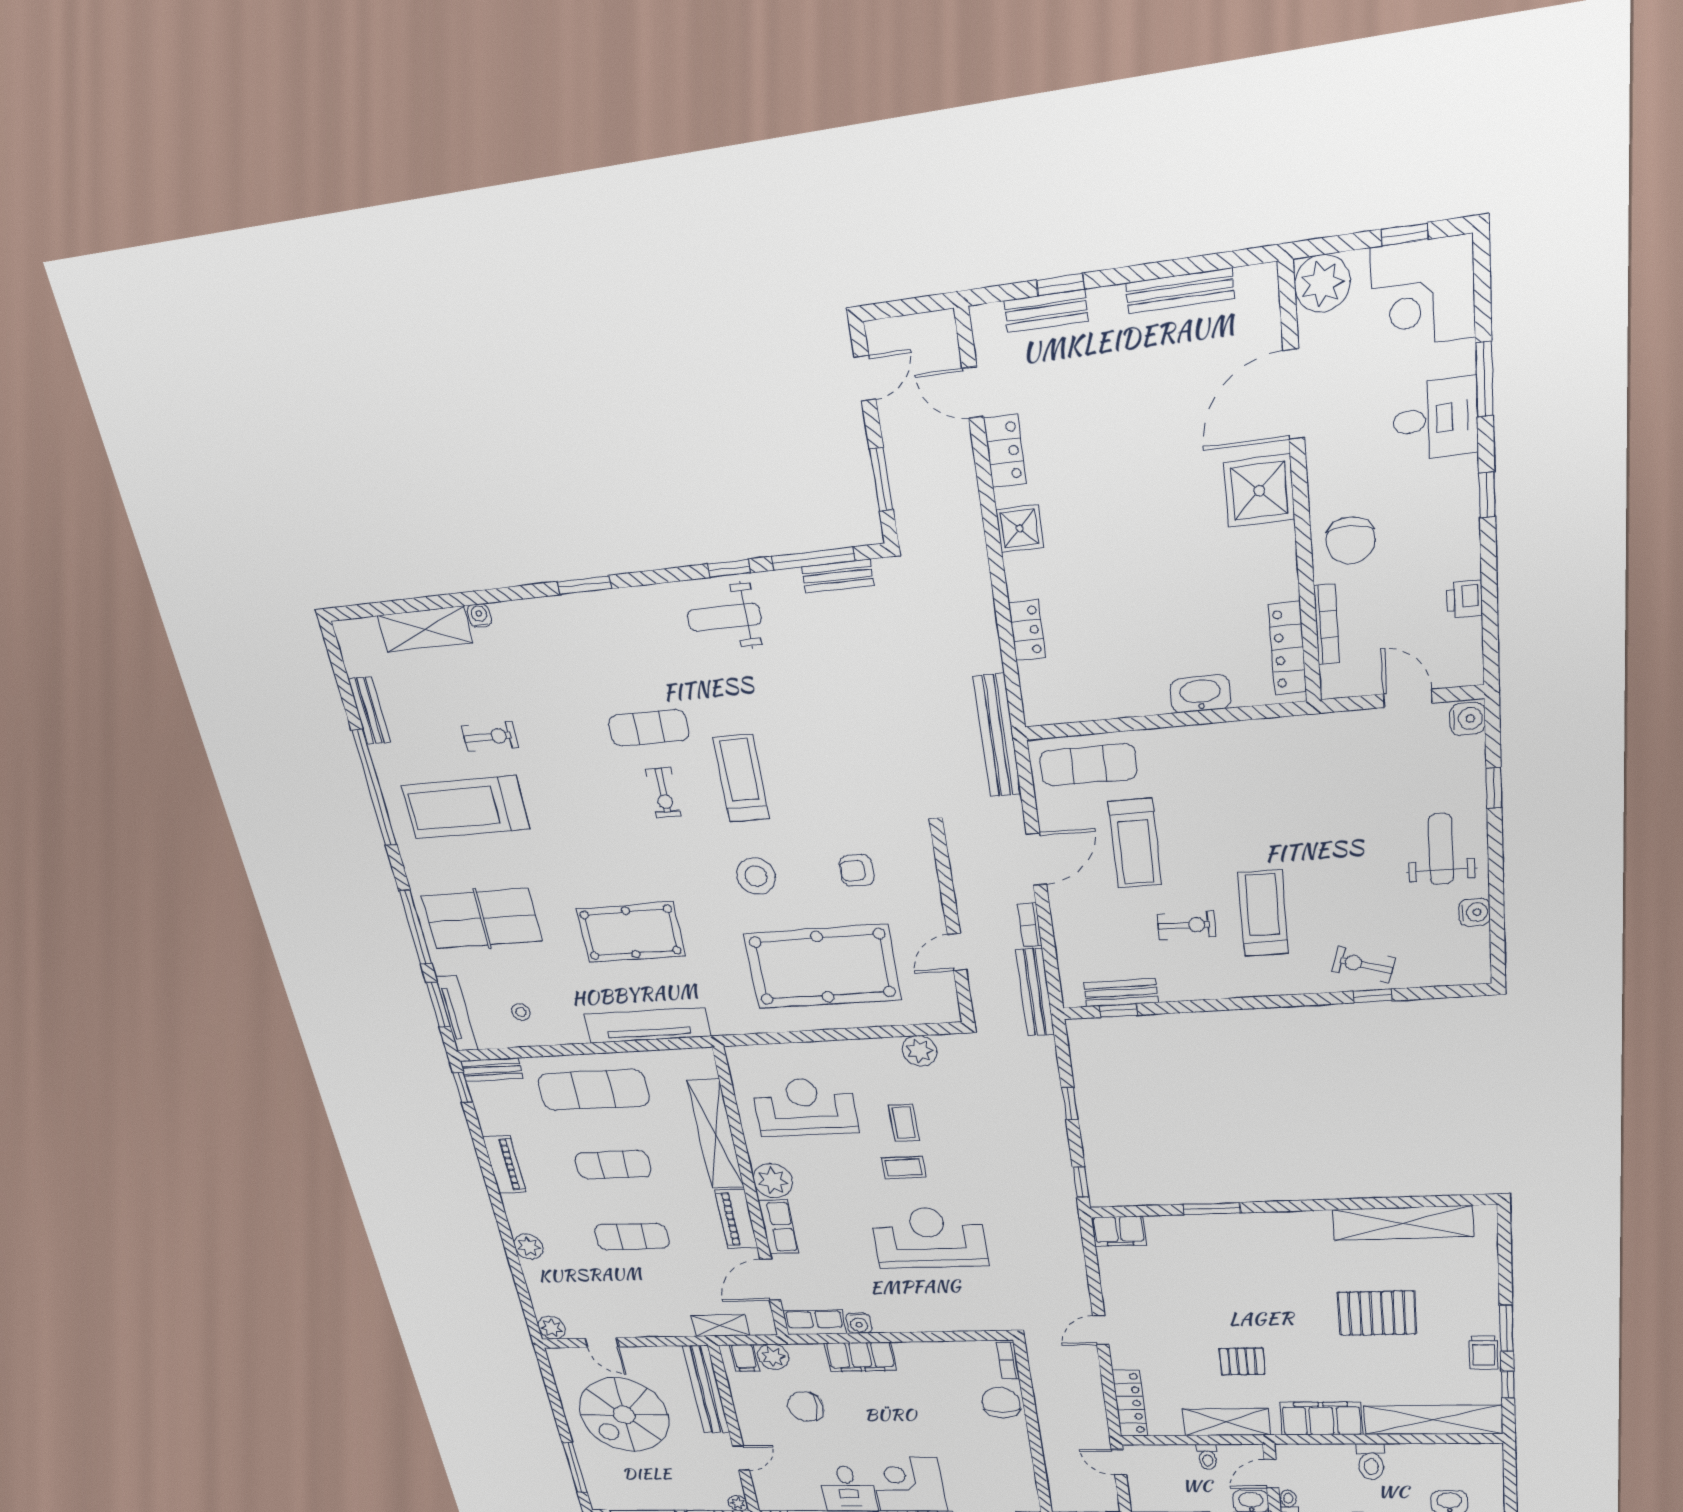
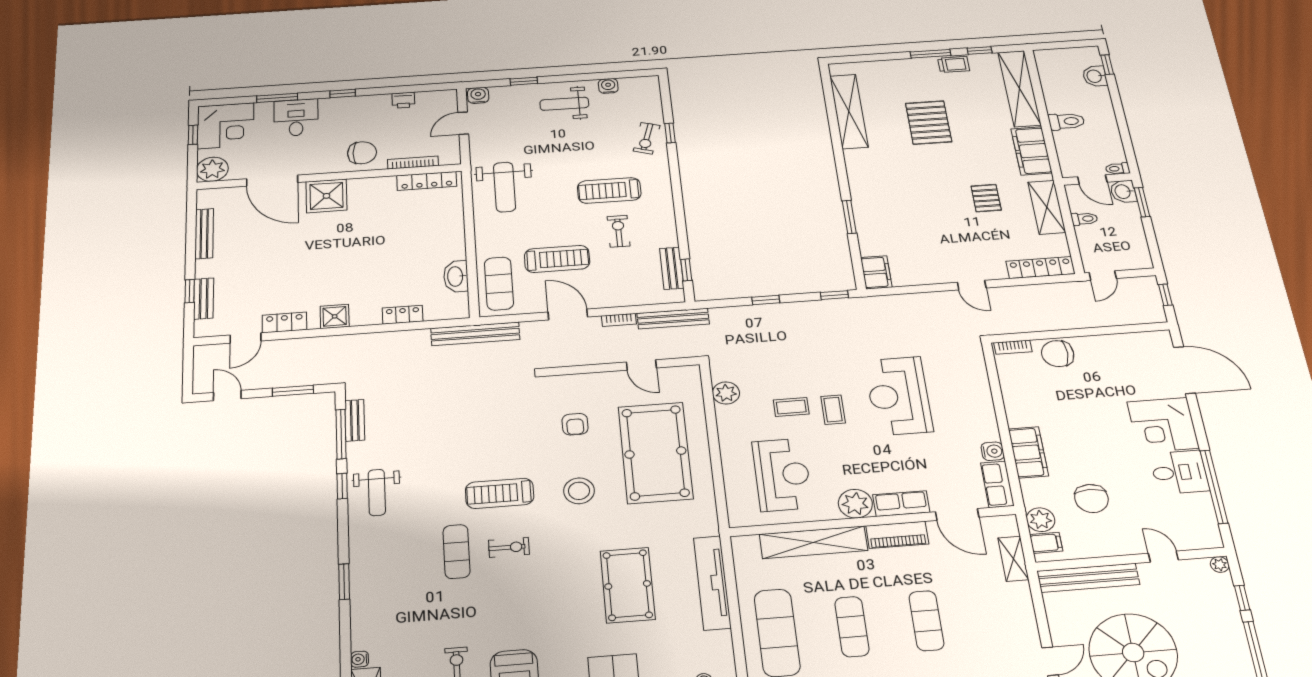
washbasin: (1200, 694) -> (456, 276), moved
weight bench: (1273, 766) -> (505, 187), added
reception desk: (805, 1107) -> (782, 475), turned 180

